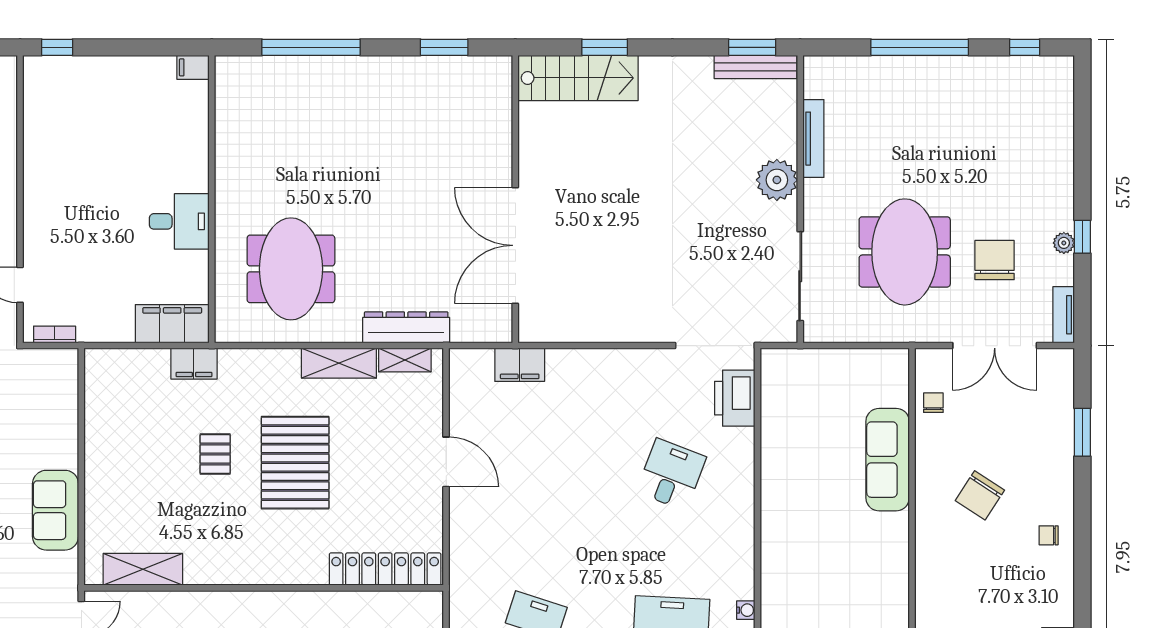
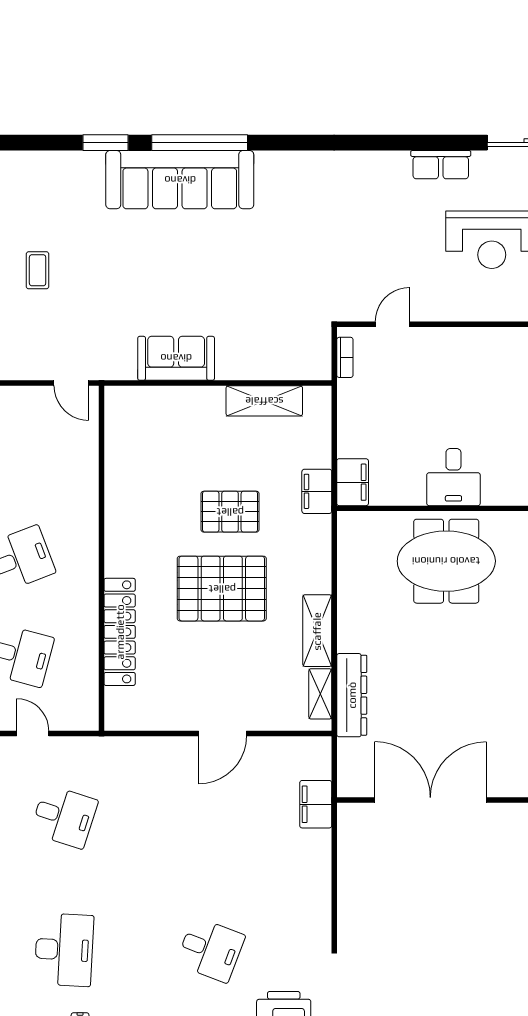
meeting table: (291, 269) -> (446, 561), moved
filing cabinet: (172, 324) -> (353, 482), width x0.67, depth x0.86
pallet: (215, 454) -> (230, 512), width x1.50, depth x1.42
shelving: (143, 569) -> (264, 401), moved, turned 90
locker: (385, 569) -> (120, 632), moved

